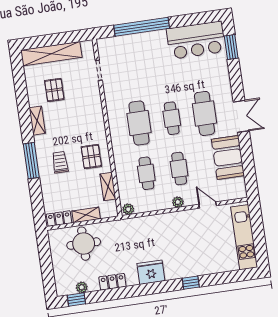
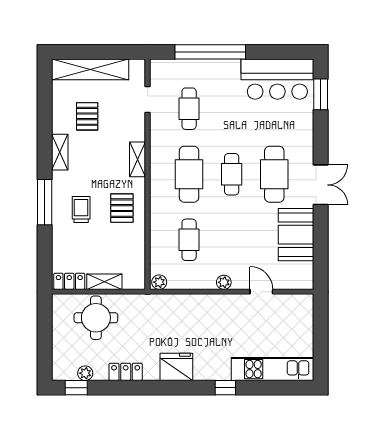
cafe table: (179, 169) -> (189, 109), moved
shelving: (108, 187) -> (138, 159), moved
kitchen unit: (244, 237) -> (273, 369), moved, turned 90

